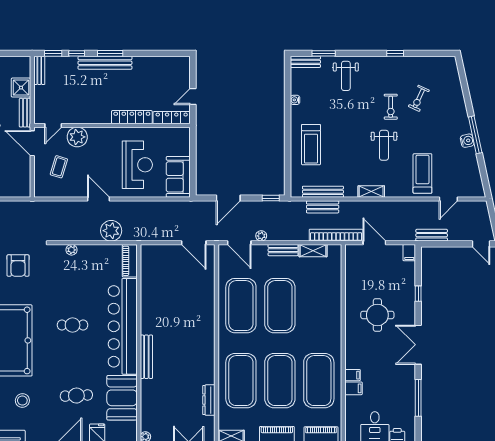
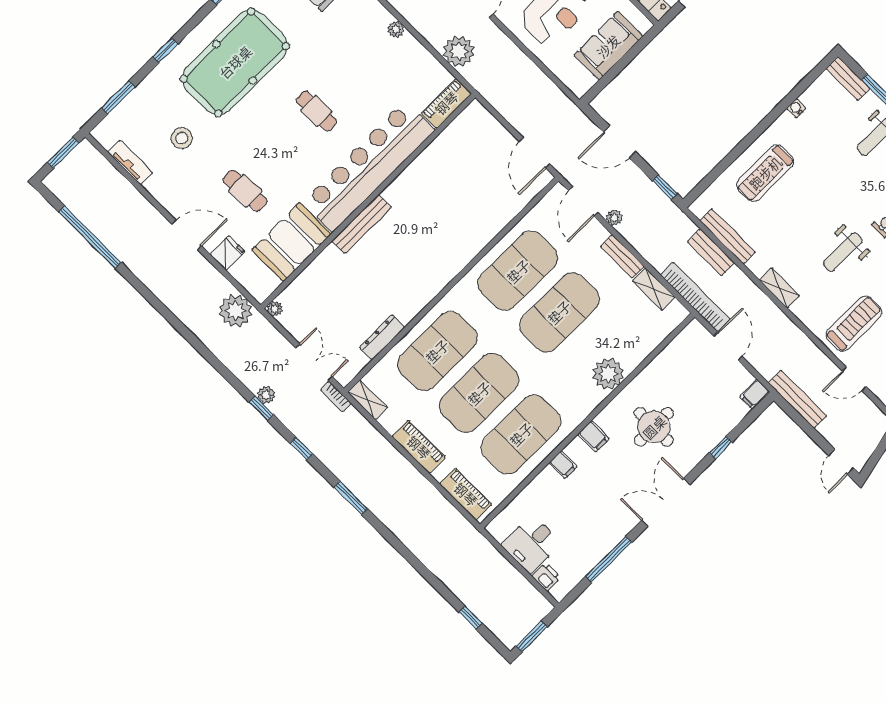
sofa: (178, 177) -> (608, 46), moved
bench: (432, 235) -> (797, 399), width x1.36
plant: (331, 312) -> (608, 374), added
filing cabinet: (354, 388) -> (593, 436), moved

